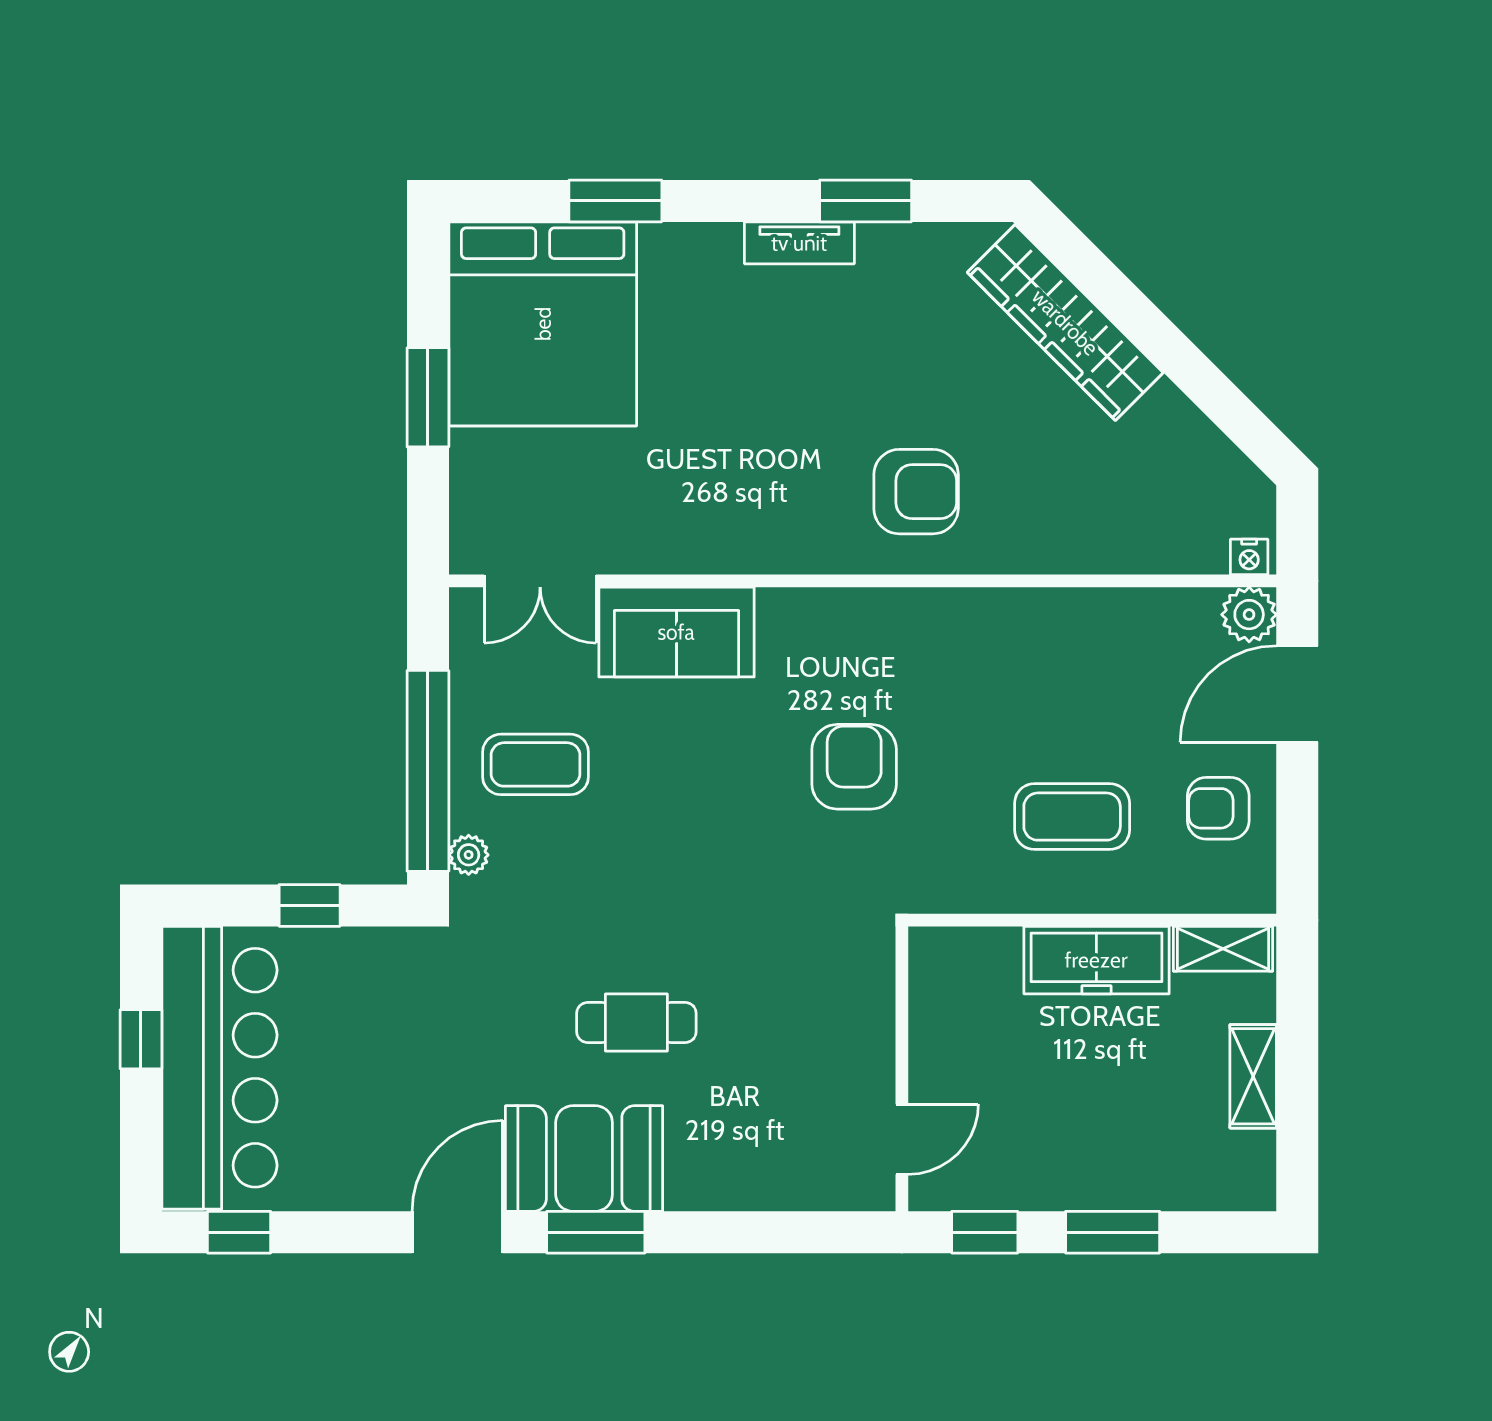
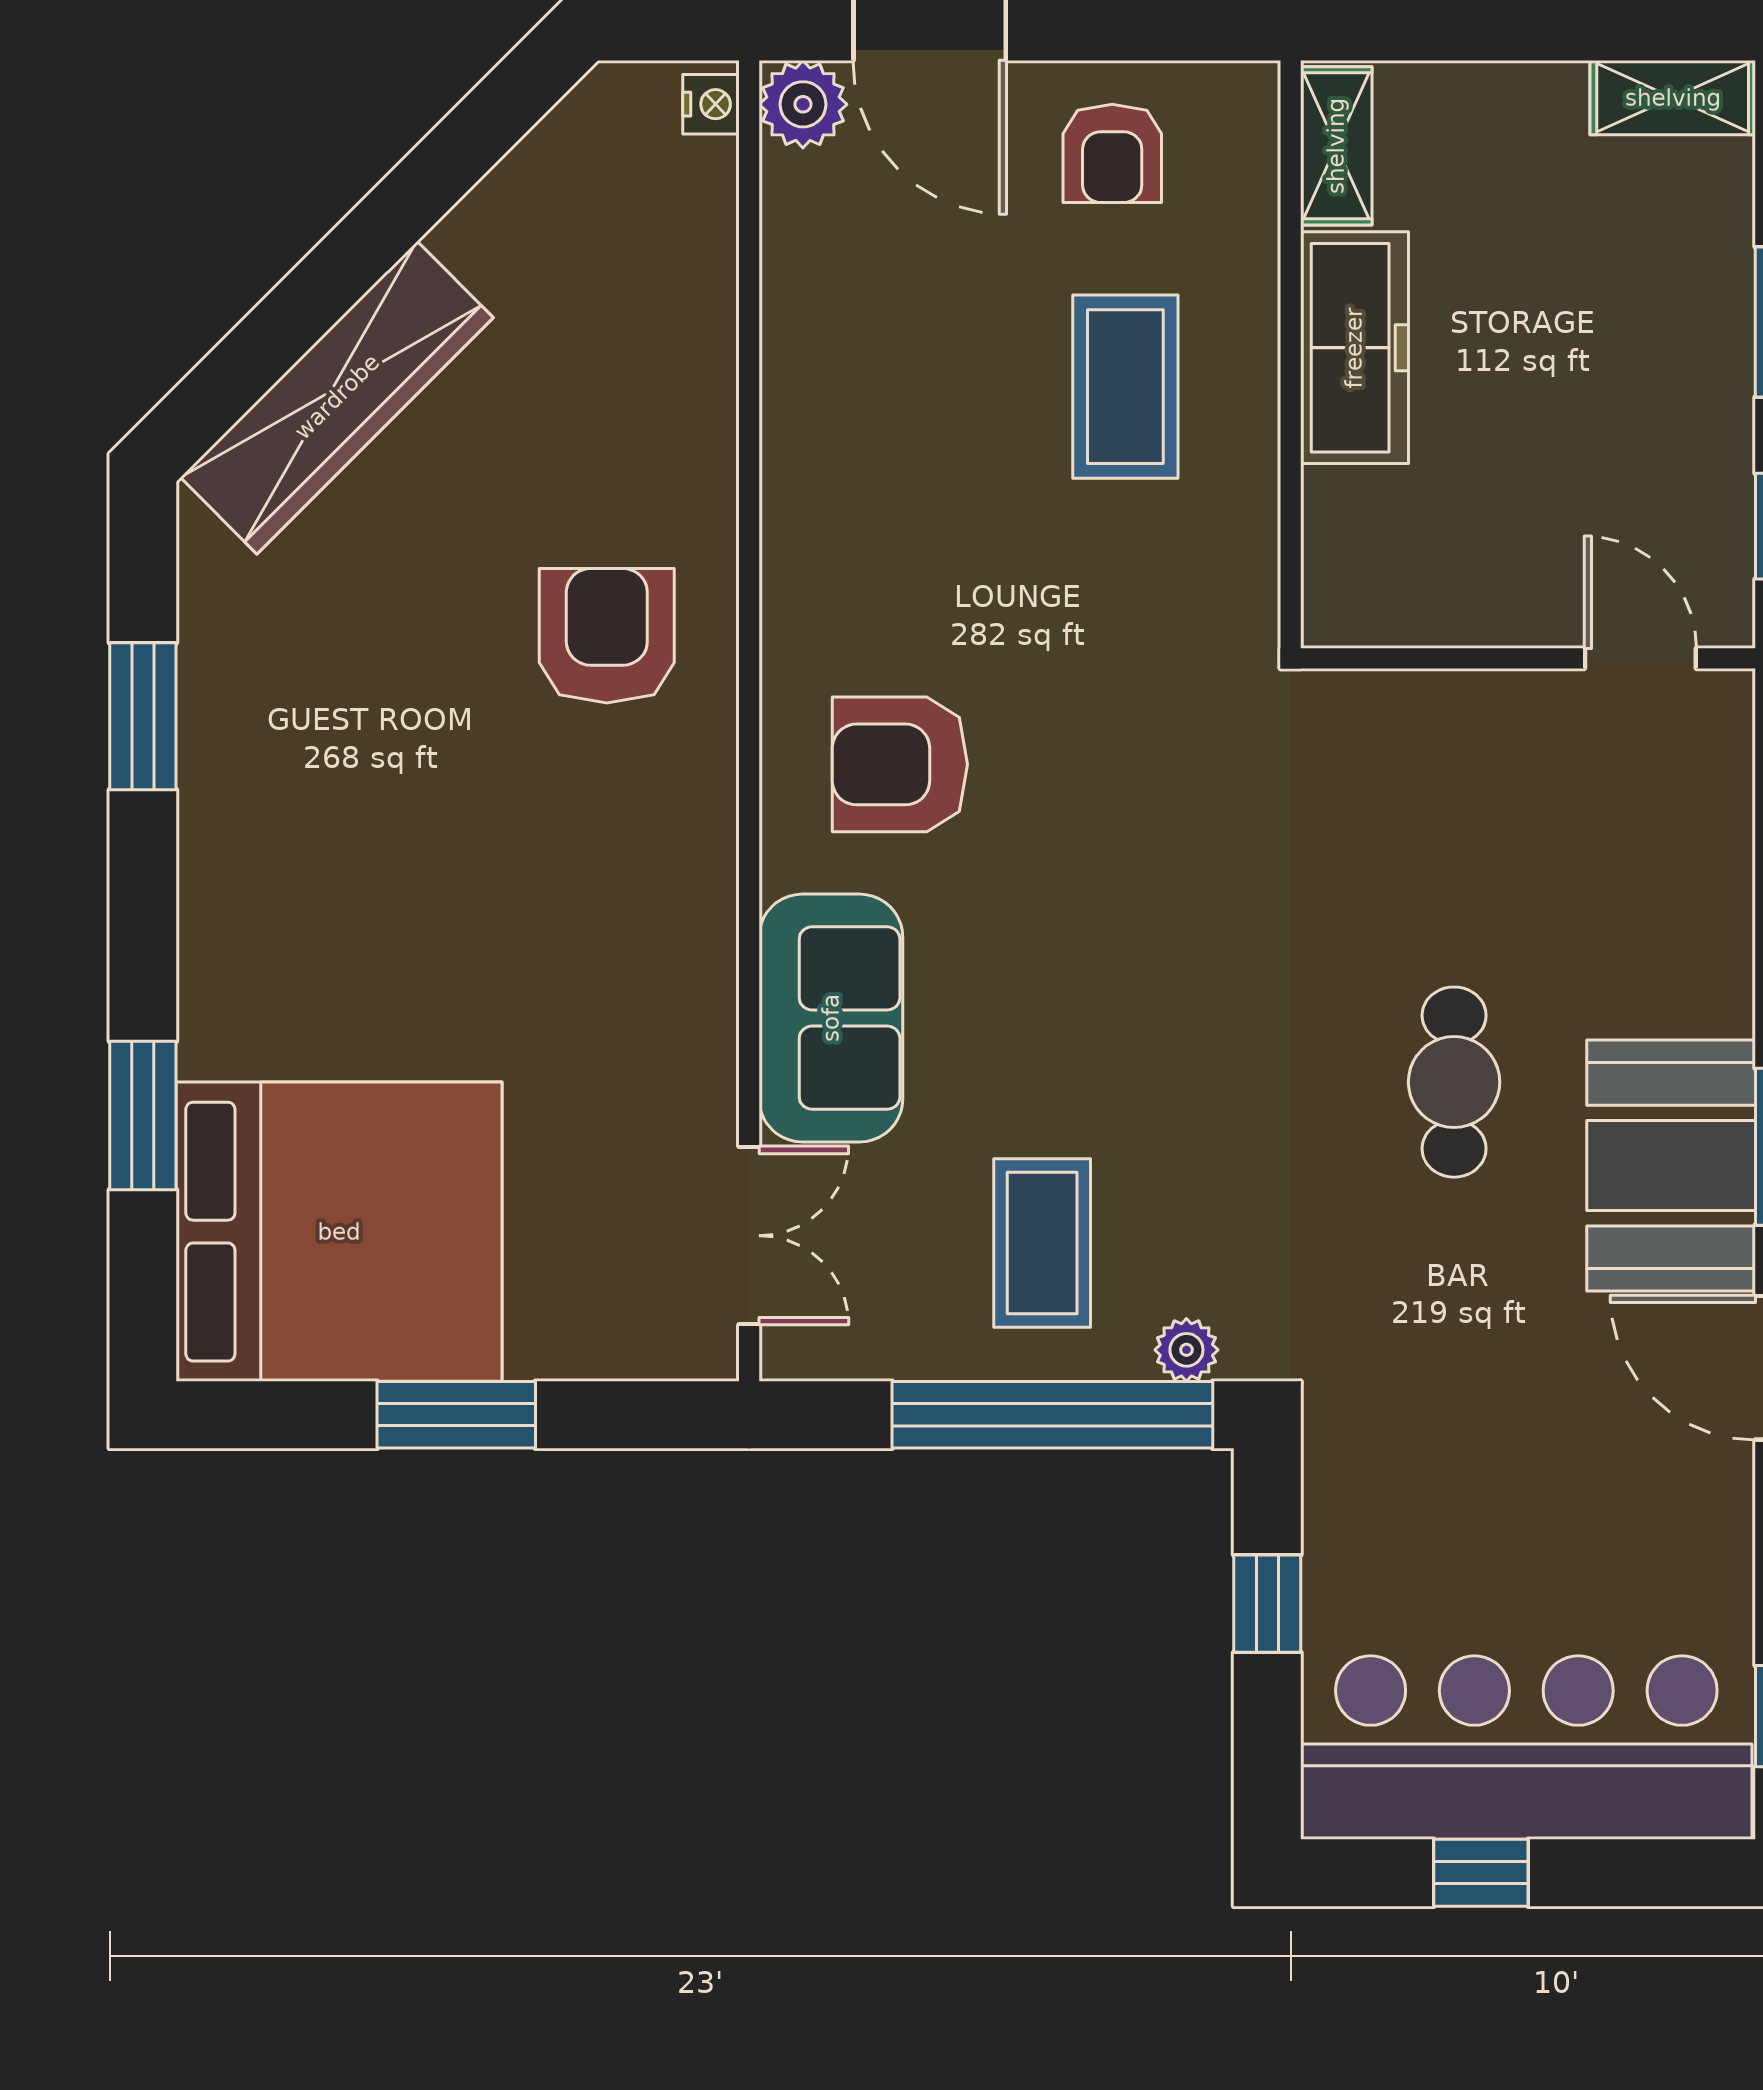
tv unit: (799, 243) -> (210, 822), removed
armchair: (854, 767) -> (900, 764), moved
shelving: (1253, 1076) -> (1673, 98), moved

